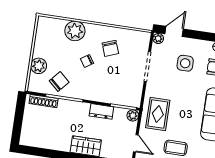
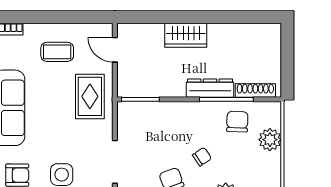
chair: (59, 82) -> (237, 122), turned 140
dresser: (101, 111) -> (210, 88), moved, width x1.44
plant: (133, 115) -> (125, 89), removed

